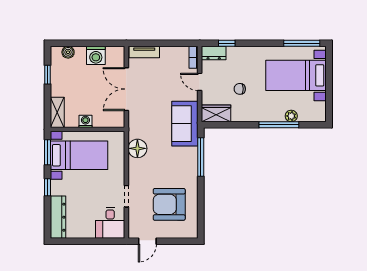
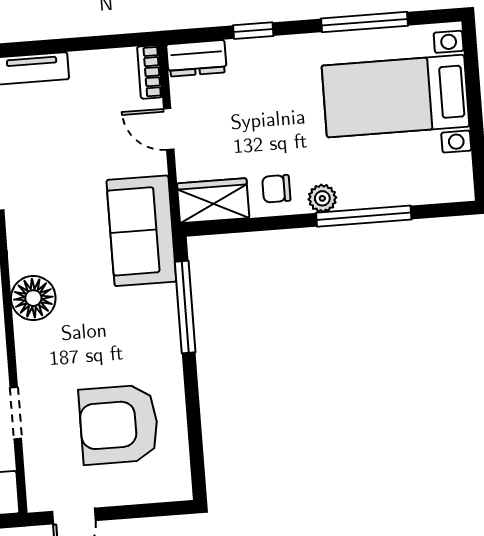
window: (227, 43) -> (253, 31), moved
window: (302, 43) -> (364, 22), moved
chair: (240, 89) -> (276, 189), moved
plant: (291, 116) -> (322, 198), moved

